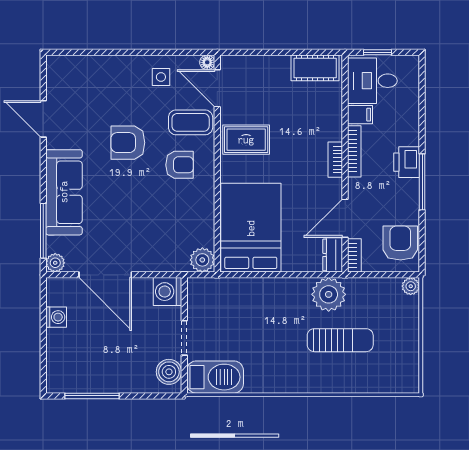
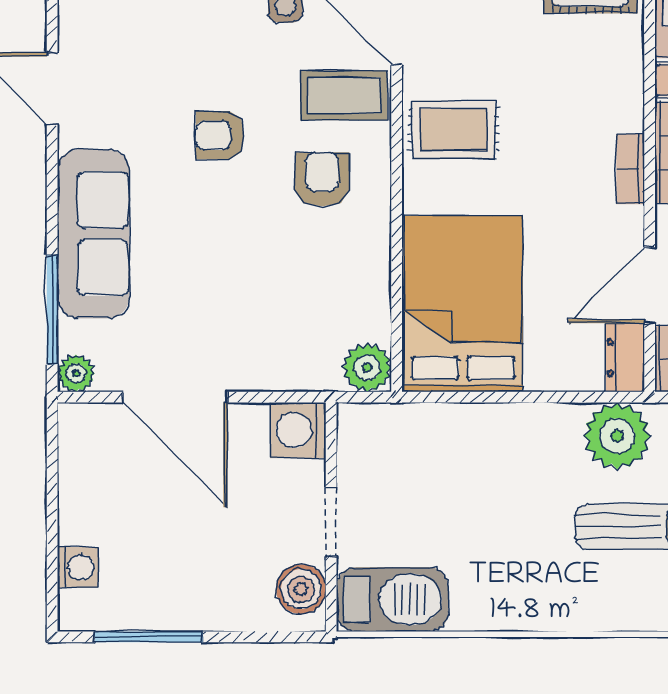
armchair: (128, 143) -> (220, 135), width x0.72, depth x0.72
armchair: (180, 165) -> (322, 179), turned -90
washing machine: (56, 317) -> (78, 567), moved

